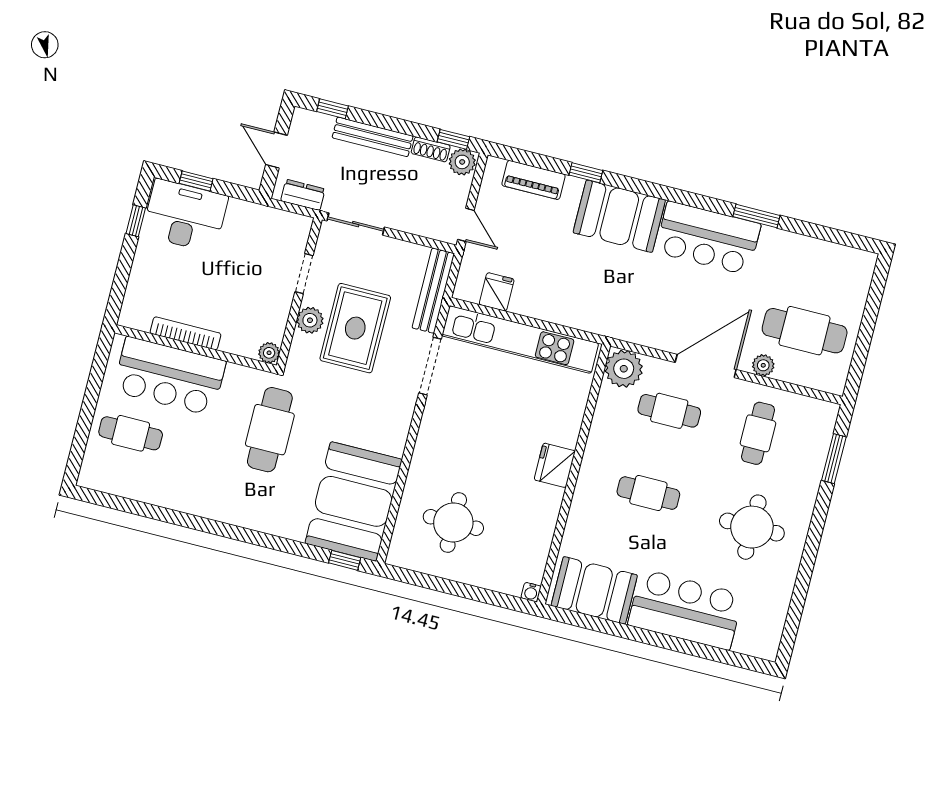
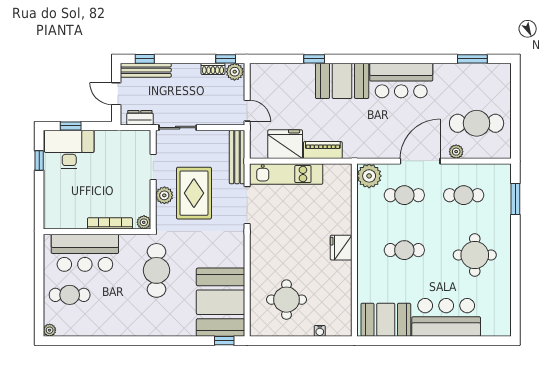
bench: (373, 137) -> (146, 70), moved
piano: (534, 180) -> (323, 150), moved, turned 180
window: (756, 216) -> (472, 59), moved
fridge: (497, 292) -> (285, 144), width x1.88, depth x1.34
bookcase: (186, 333) -> (110, 223), moved
kitchen unit: (520, 340) -> (286, 174), width x0.73
cafe table: (758, 433) -> (464, 195), turned 90
plant: (87, 479) -> (50, 330), added
water cooler: (531, 592) -> (320, 331), moved

